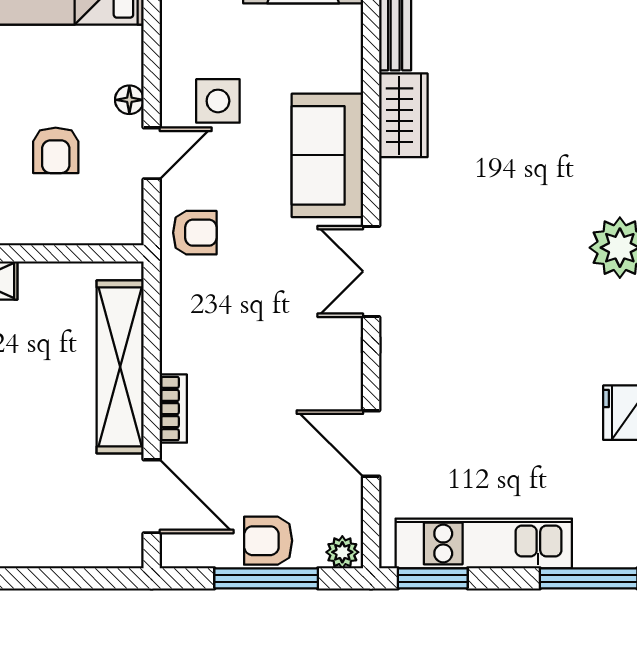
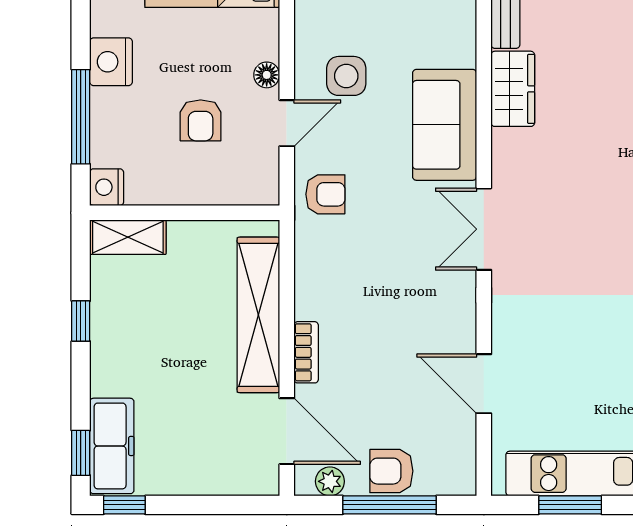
plant: (342, 552) -> (330, 481), moved
window: (433, 578) -> (570, 505), moved

